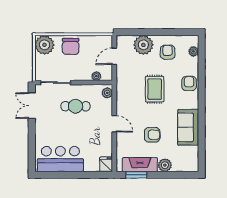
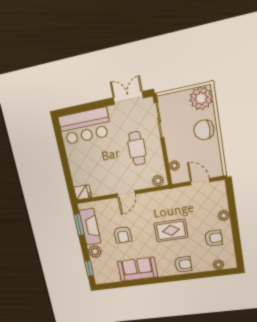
plant: (143, 45) -> (224, 216), width x0.53, depth x0.53
bar counter: (60, 159) -> (85, 126), moved, turned 90
window: (181, 175) -> (89, 268), added

